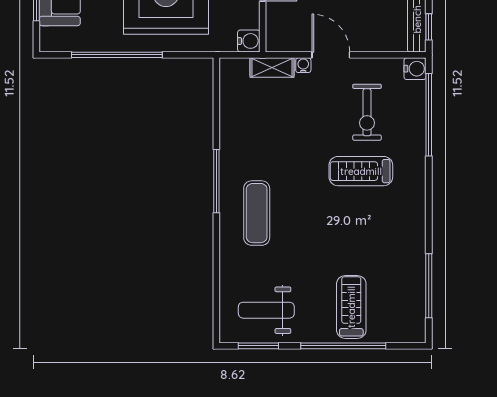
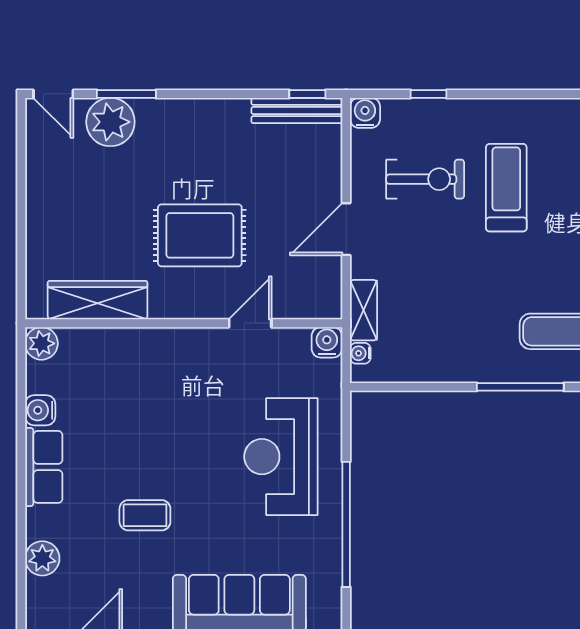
water cooler: (303, 65) -> (360, 353), moved
window: (429, 115) -> (428, 94), width x0.32
treadmill: (361, 171) -> (506, 188), turned 180

